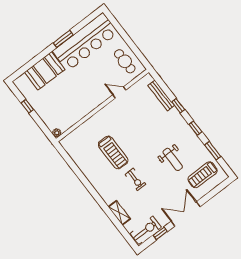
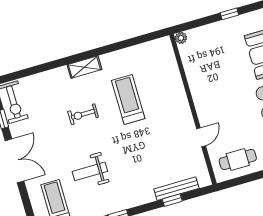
window: (178, 106) -> (172, 200), moved
treadmill: (113, 152) -> (128, 99), turned 90
shelving: (119, 213) -> (84, 67), moved

